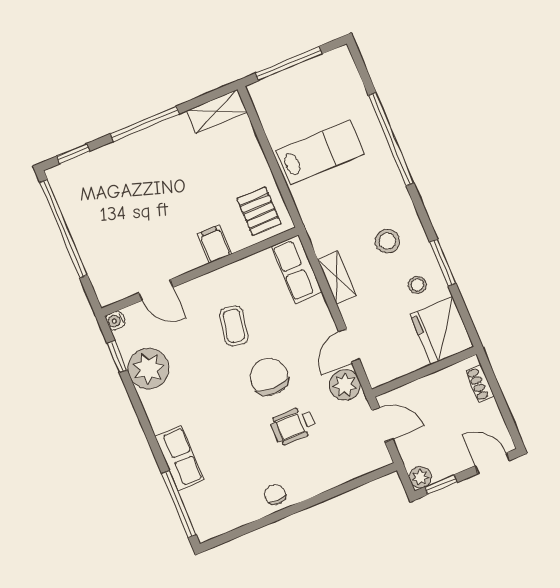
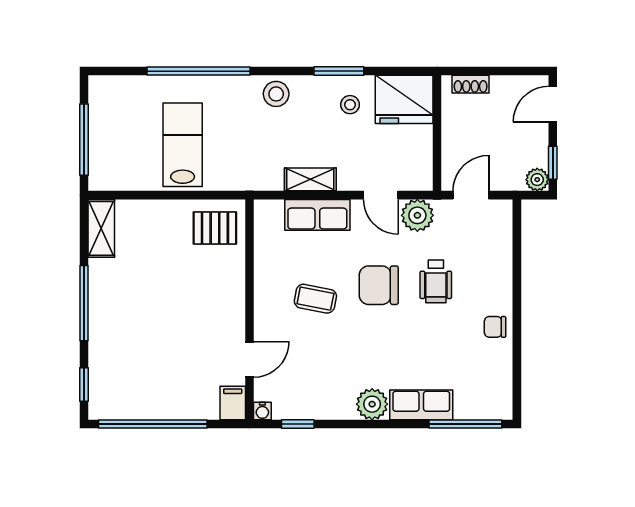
stool: (387, 241) -> (276, 94), moved
filing cabinet: (214, 244) -> (233, 403), moved, turned 90
row of seats: (297, 269) -> (317, 215), moved
plant: (148, 369) -> (372, 404), moved, width x0.73, depth x0.73

